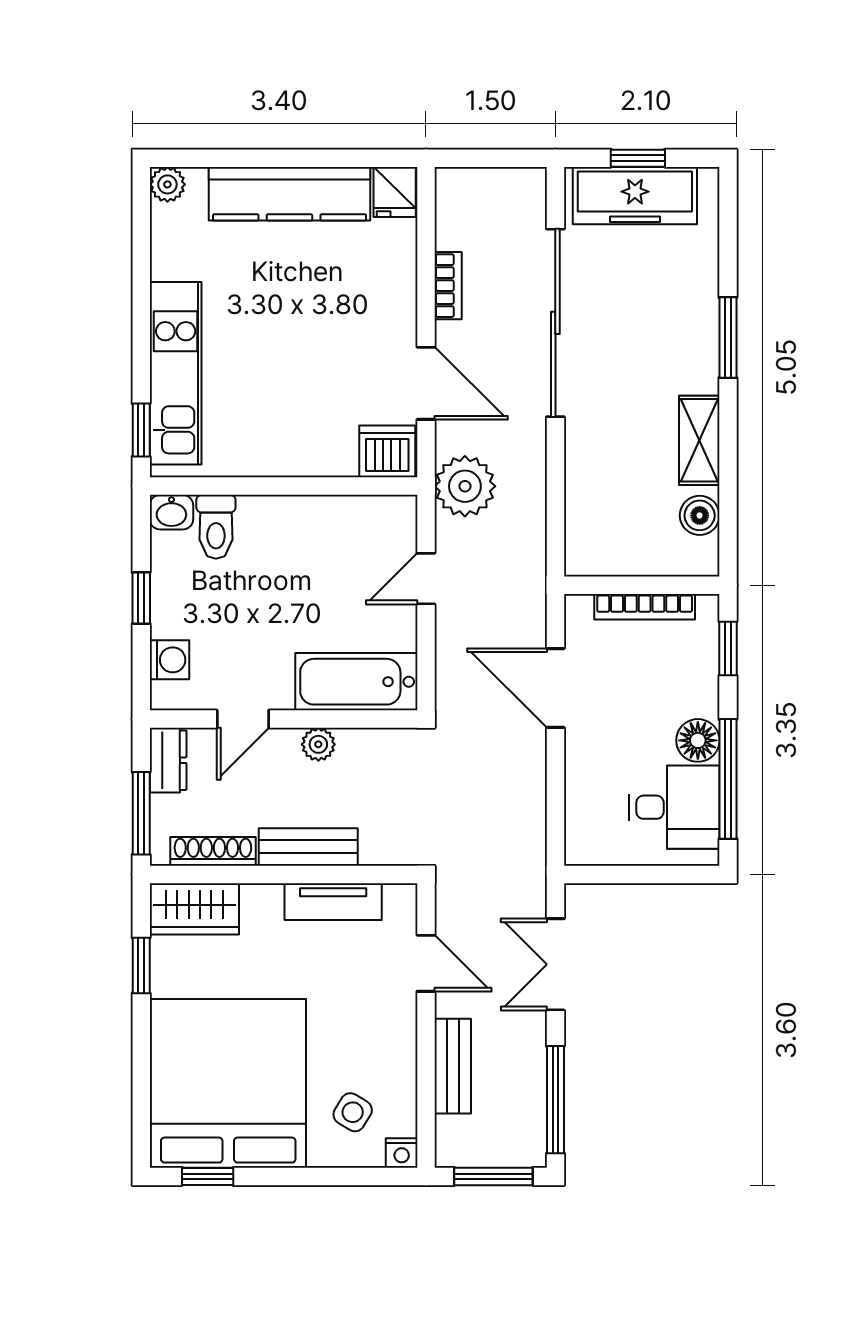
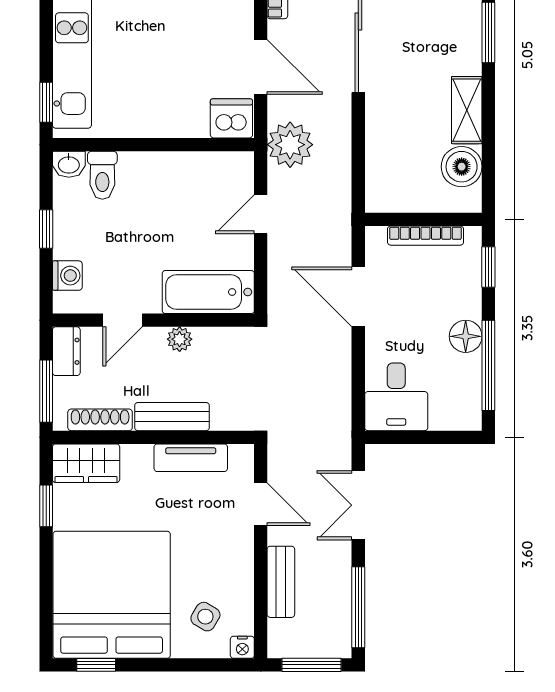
boiler: (700, 515) -> (462, 167), width x1.36, depth x1.36
desk: (674, 807) -> (396, 397), moved, turned 90

